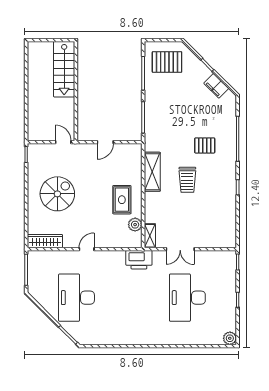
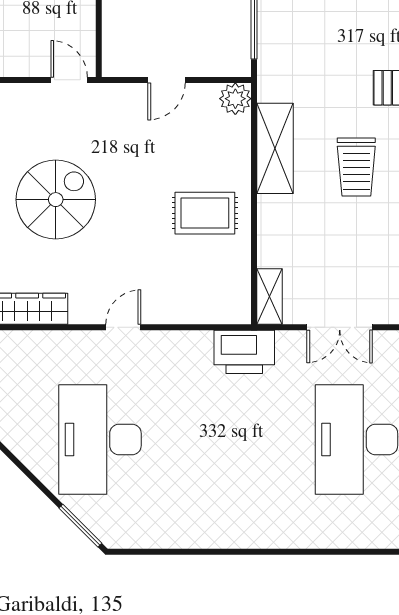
rug: (122, 200) -> (205, 213), turned 90
plant: (135, 225) -> (235, 99), moved

